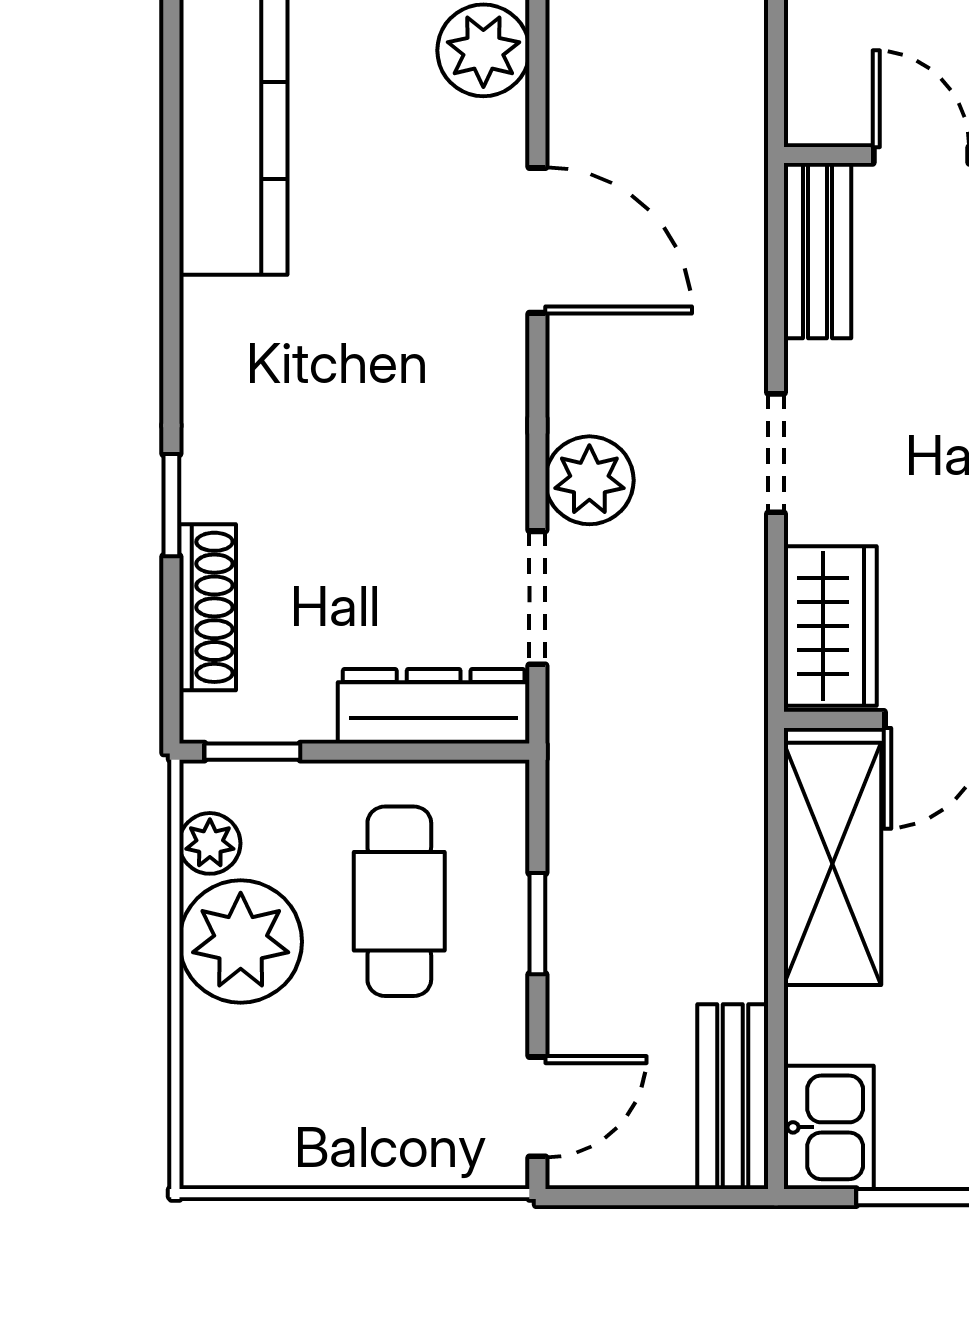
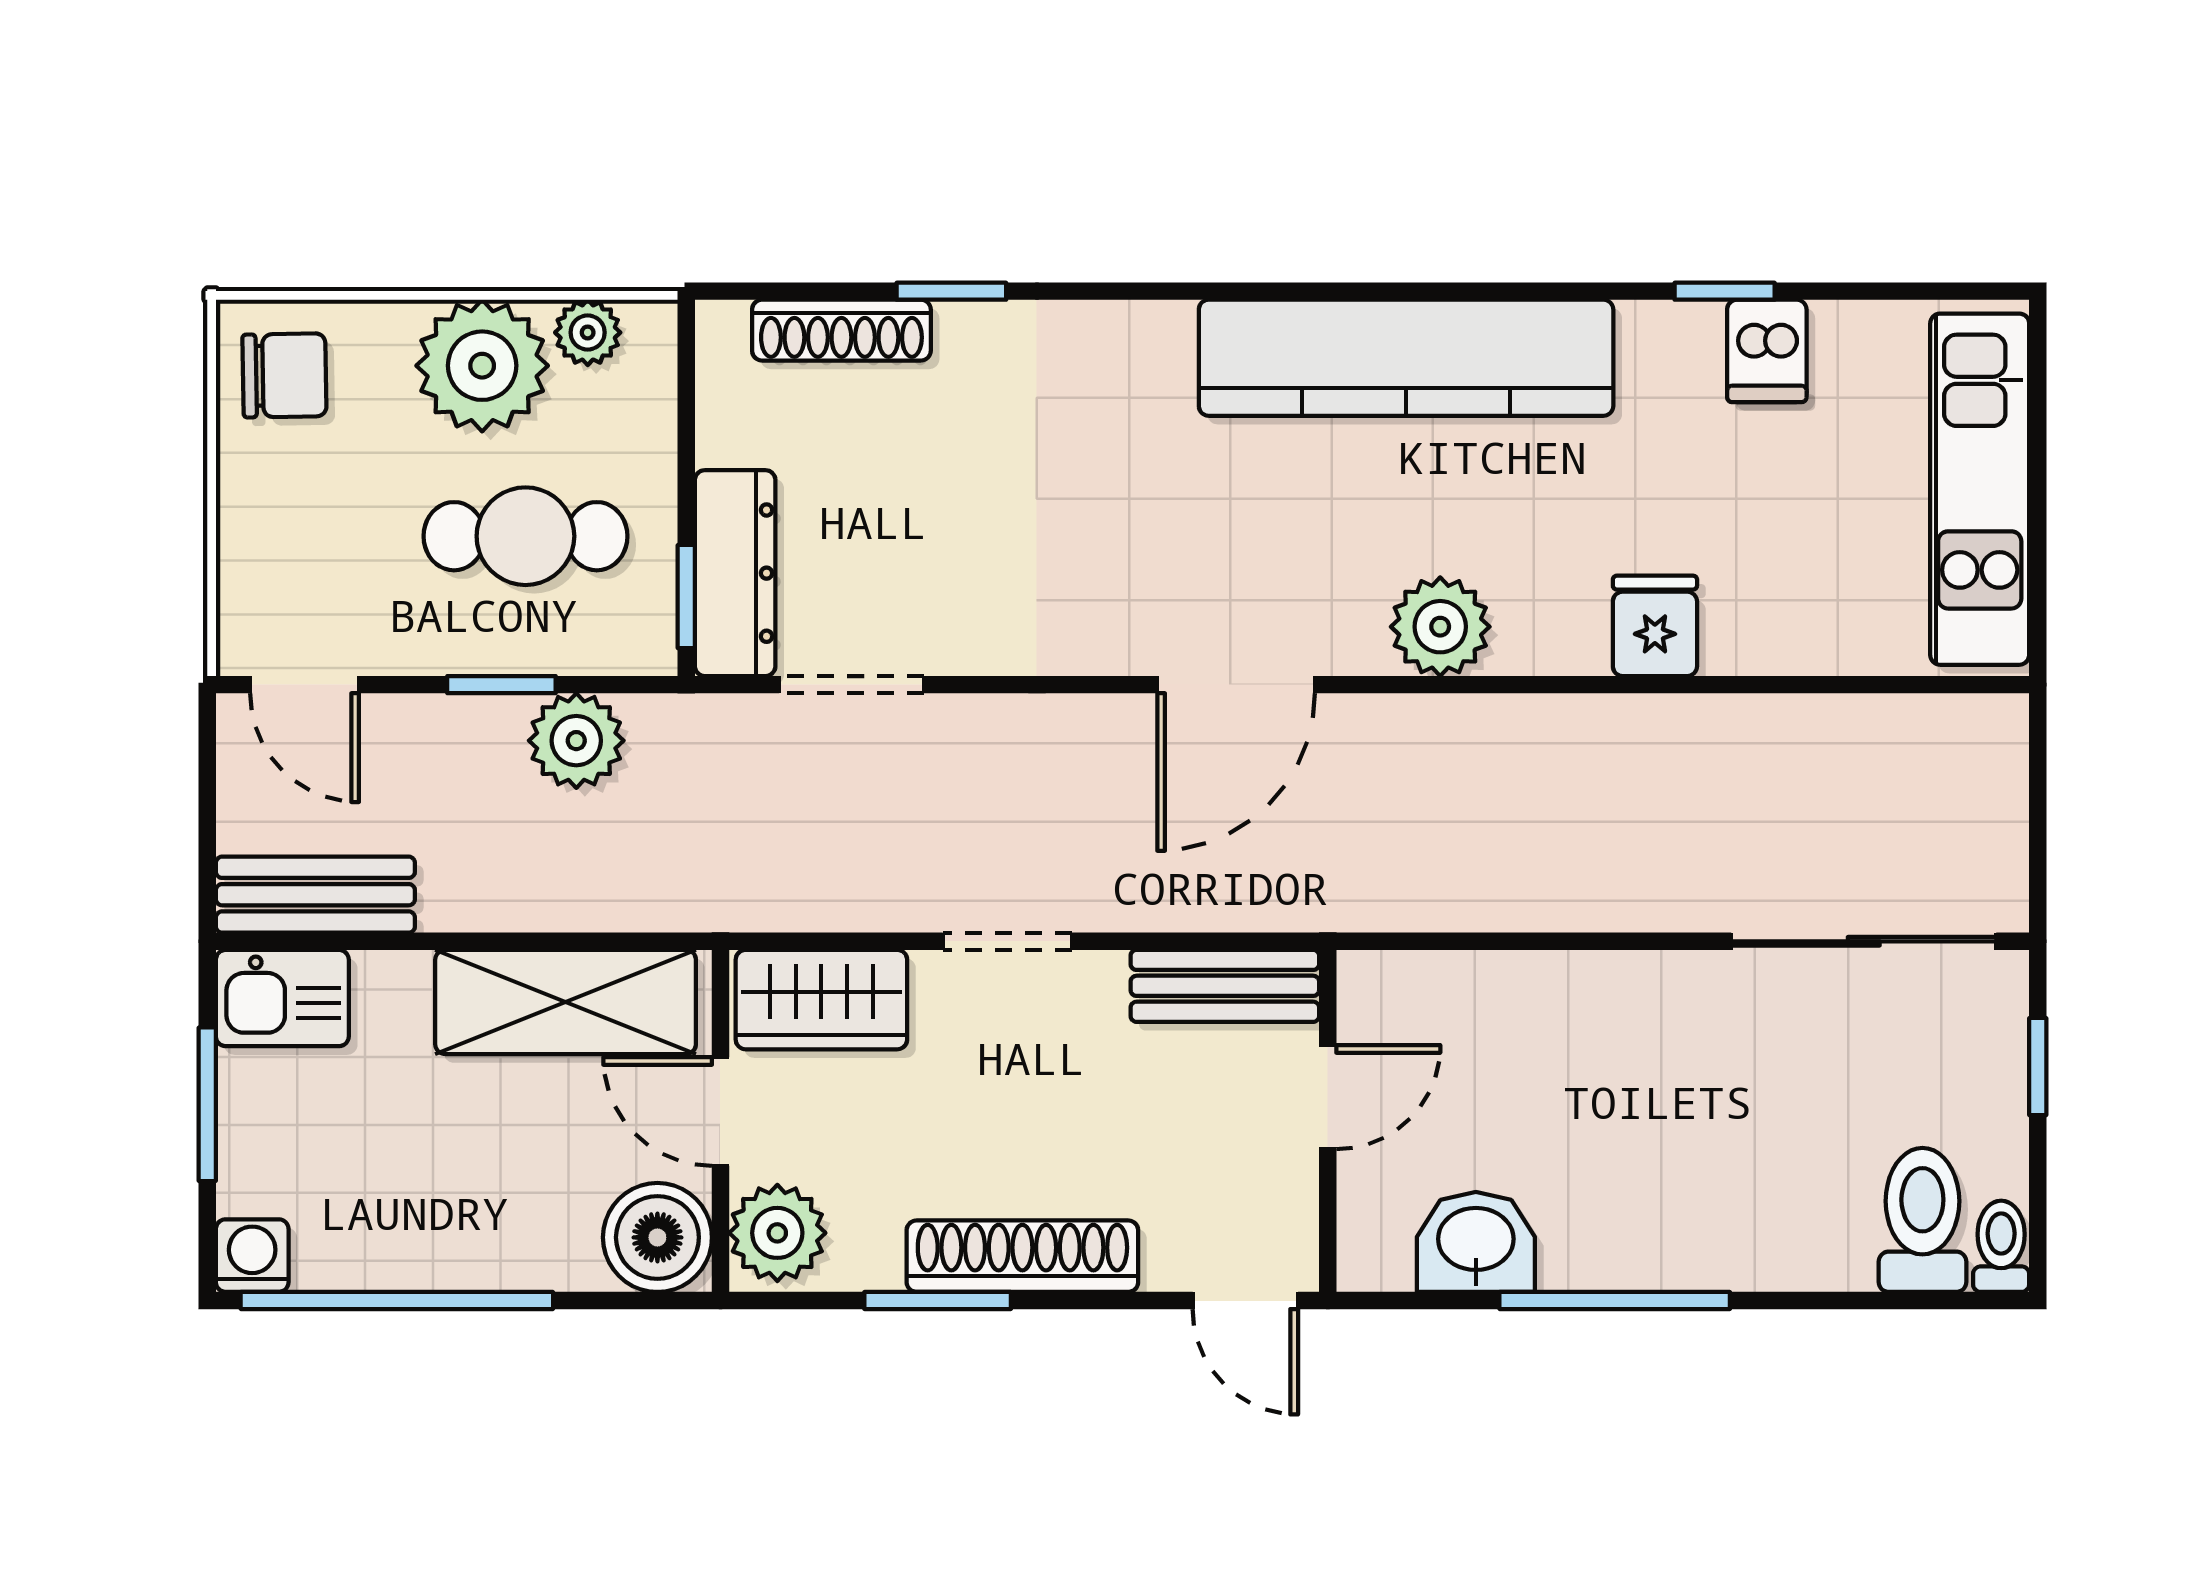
plant: (589, 480) -> (576, 741), moved
window: (252, 752) -> (686, 597), moved
chair: (250, 1125) -> (284, 375), added

